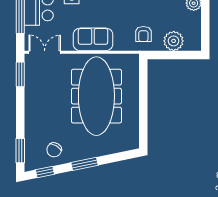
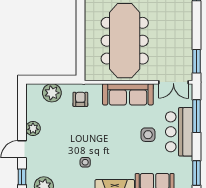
sofa: (93, 39) -> (128, 94), width x1.36

